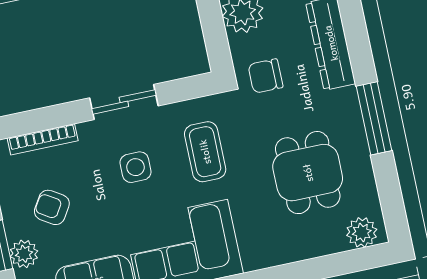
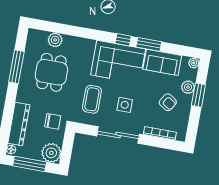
sliding door: (124, 102) -> (118, 135), width x1.37
window: (374, 118) -> (16, 67), moved
plant: (362, 232) -> (55, 40), moved

